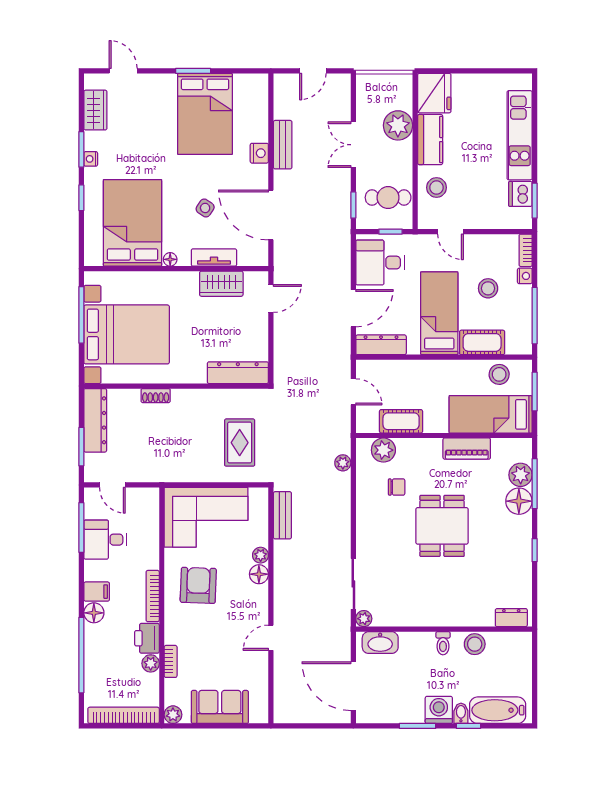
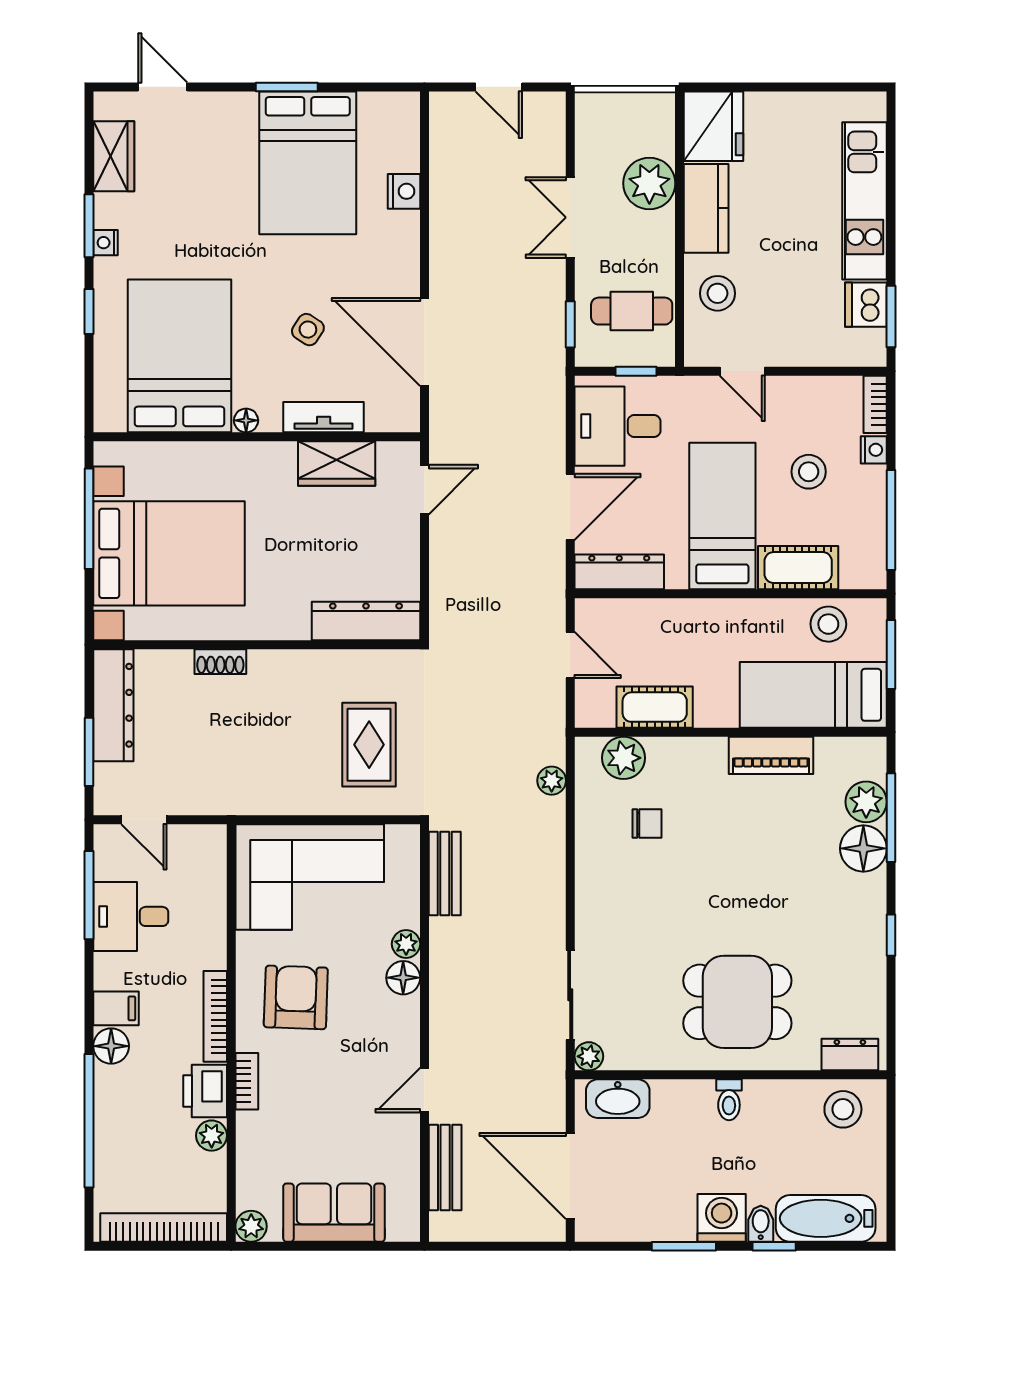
door: (313, 71) -> (499, 87), hinge flipped
bench: (283, 145) -> (445, 1167), moved
nightstand: (259, 153) -> (404, 191), moved
dining table: (442, 526) -> (737, 1002), moved, turned 90
stool: (475, 644) -> (843, 1109), moved
bookcase: (171, 661) -> (247, 1081), moved

